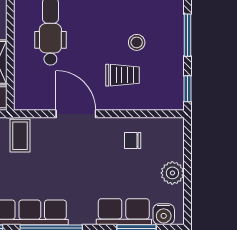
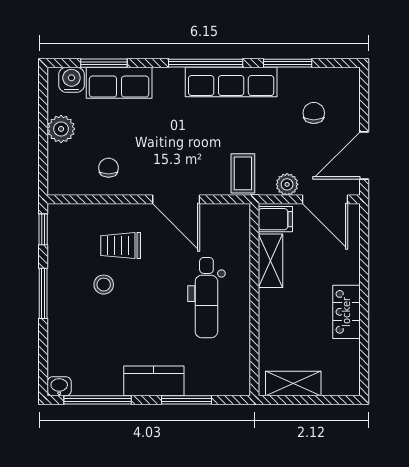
chair: (133, 140) -> (109, 168), turned -90

